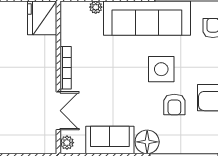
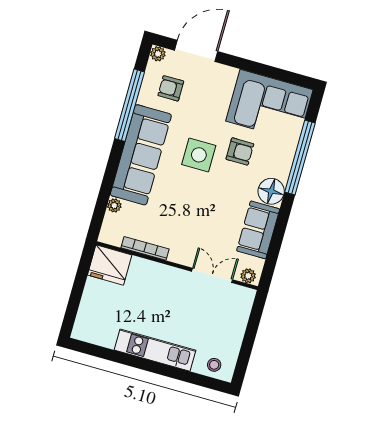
bookcase: (66, 68) -> (145, 248), moved

